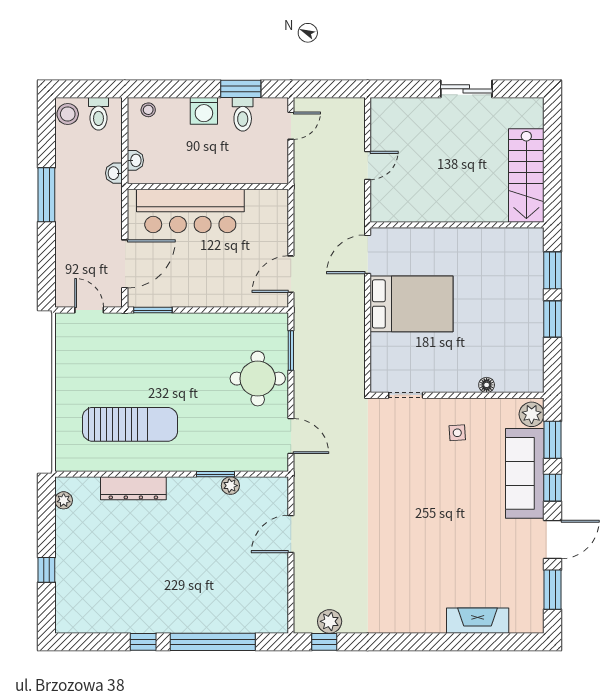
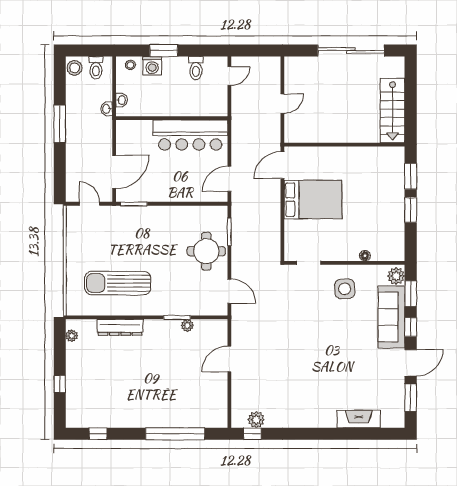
window: (241, 89) -> (164, 50), moved
sliding door: (466, 89) -> (351, 50), width x1.86
washing machine: (204, 111) -> (152, 66), moved
bar counter: (190, 211) -> (190, 135), moved
sun lounger: (130, 424) -> (118, 283), turned 180
side table: (457, 433) -> (345, 289), width x1.87, depth x1.87
window: (143, 642) -> (98, 434), moved

